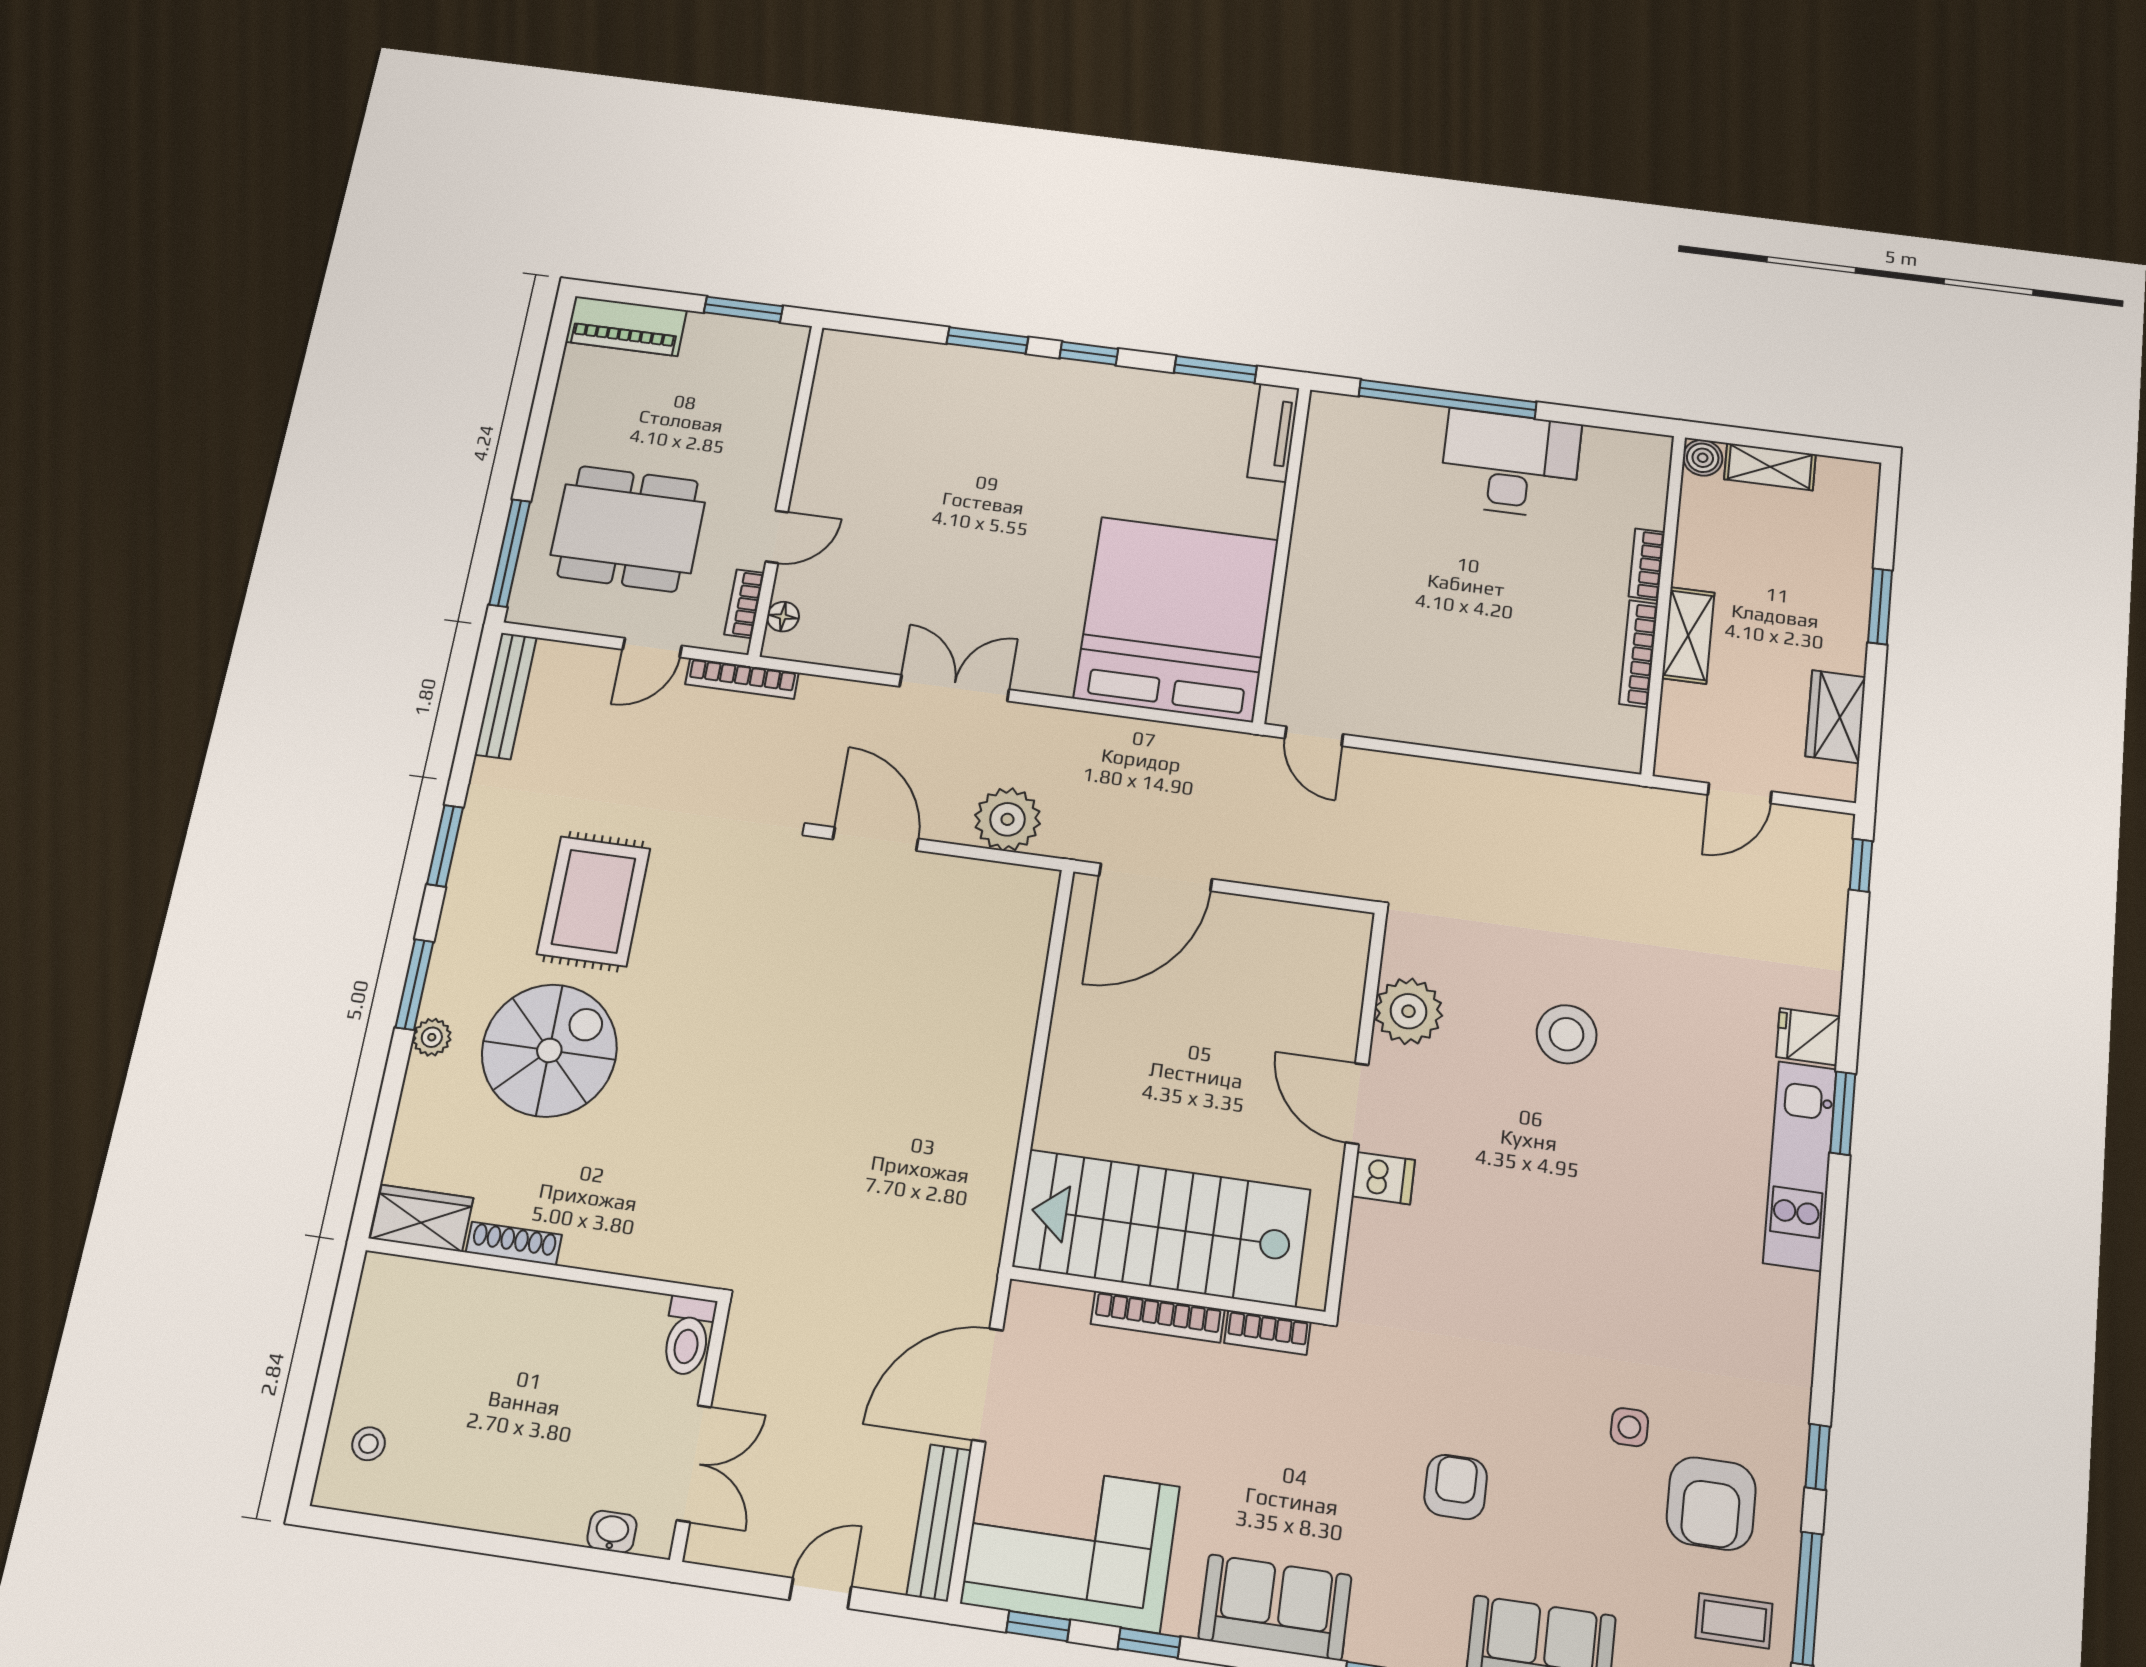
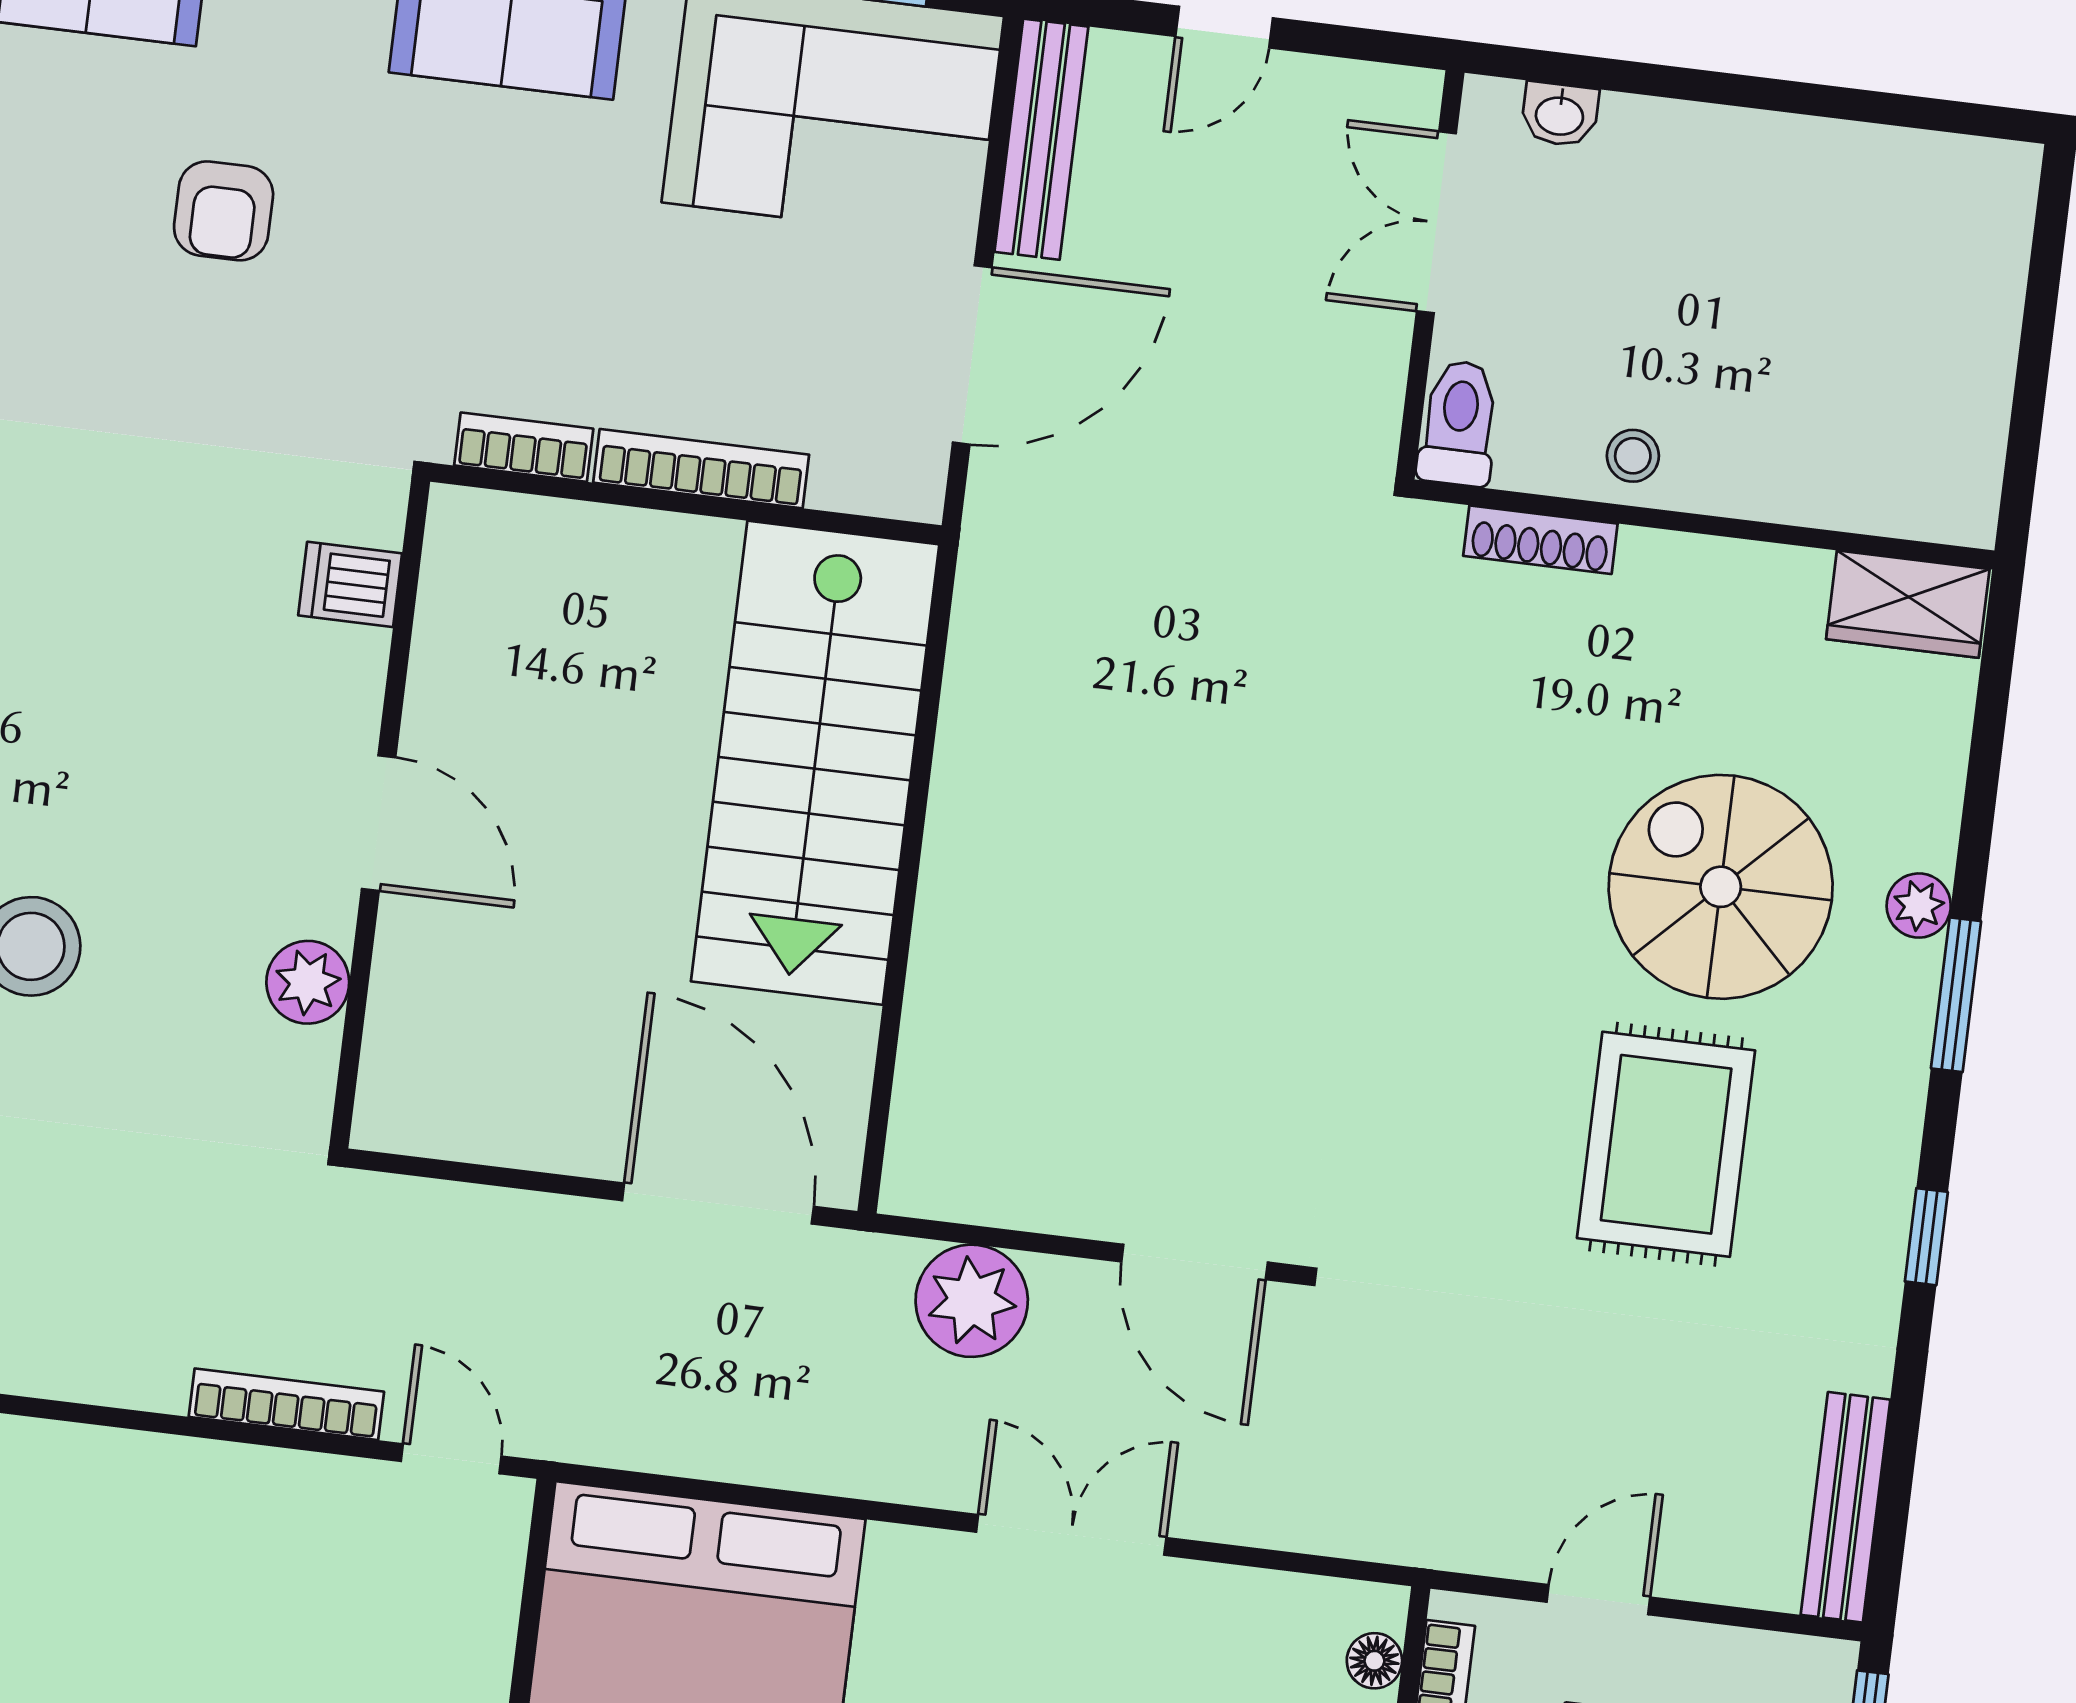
bookcase: (742, 679) -> (286, 1404), moved
double door: (954, 688) -> (1071, 1535), swing flipped
window: (445, 846) -> (1926, 1237), width x0.67
door: (1156, 877) -> (718, 1204), hinge flipped
plant: (1408, 1011) -> (308, 982), width x0.73, depth x0.73
spiral stairs: (549, 1050) -> (1721, 887), turned 90
dishwasher: (1383, 1178) -> (350, 584), moved
stairs: (1162, 1228) -> (815, 763), moved, turned 90
shoe rack: (514, 1244) -> (1540, 540), moved
stool: (369, 1444) -> (1633, 456), moved

